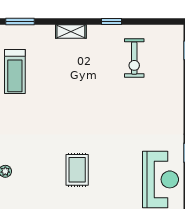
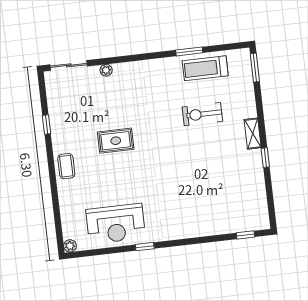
shelving: (71, 31) -> (253, 134), moved
exercise bike: (134, 58) -> (202, 114), moved

